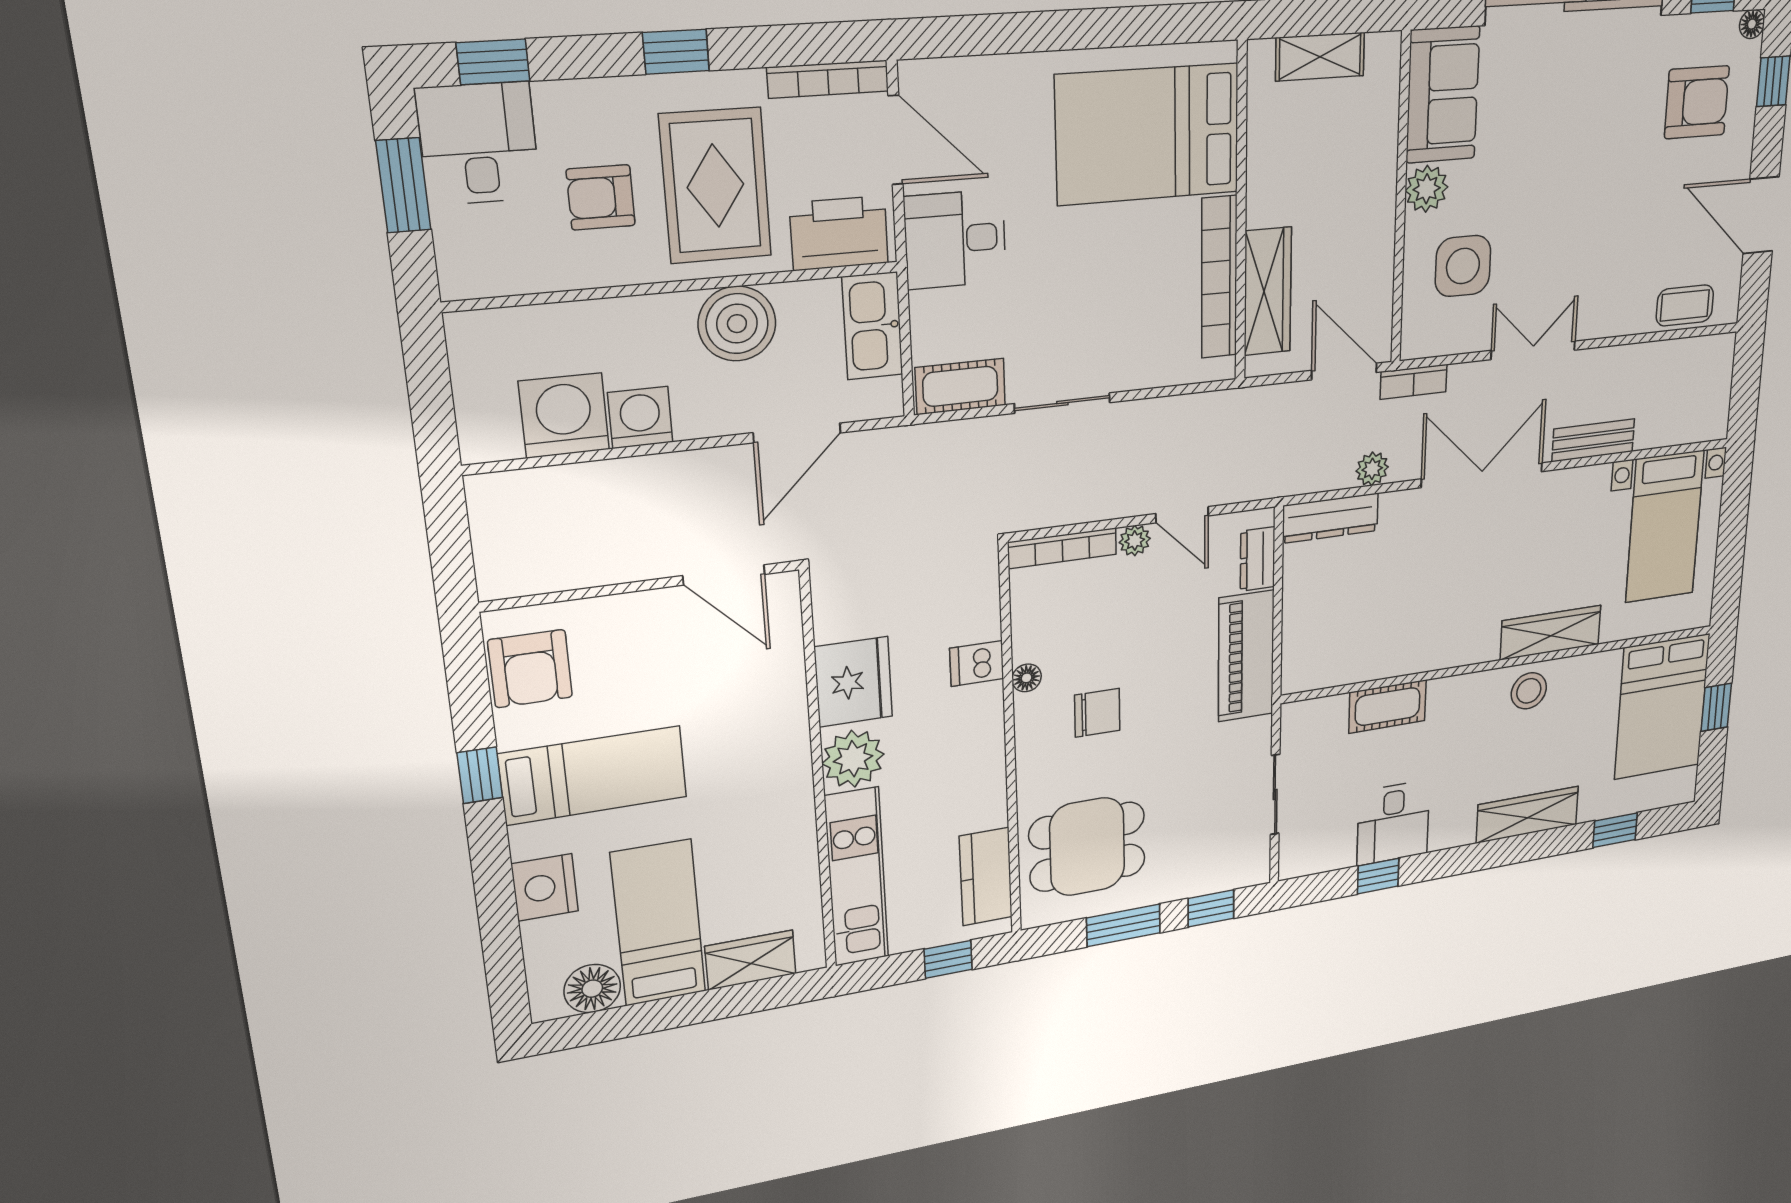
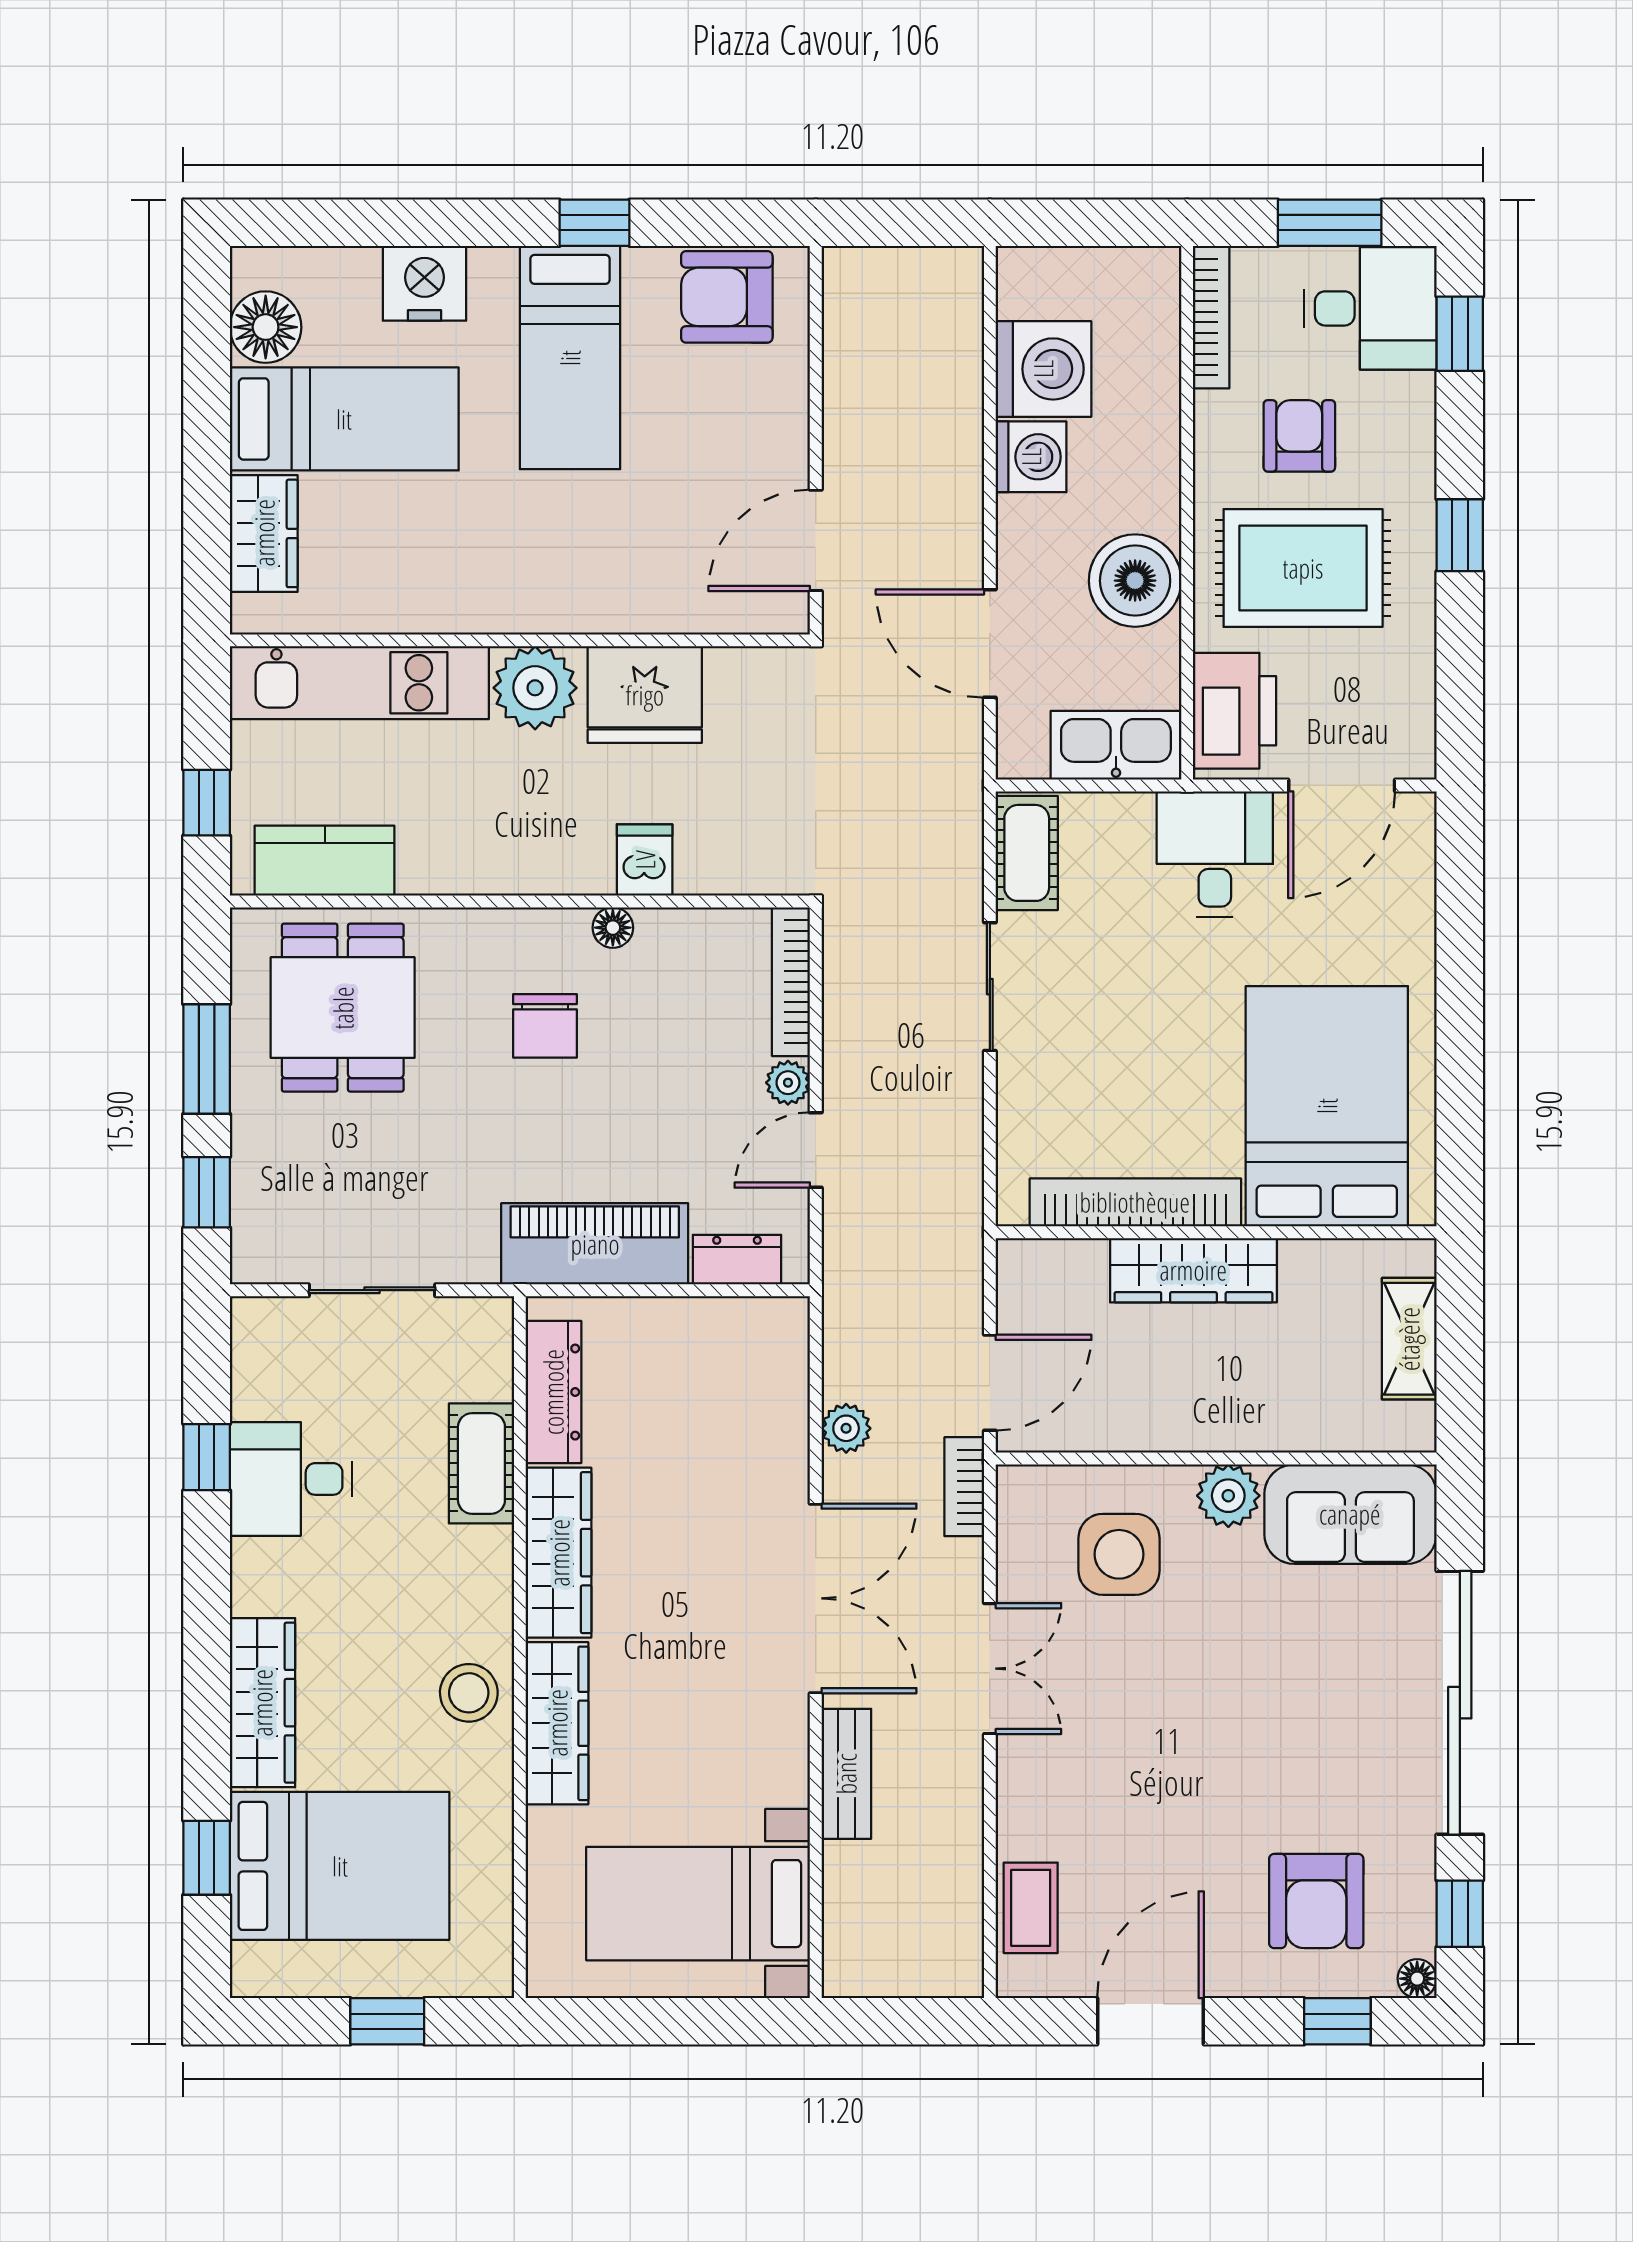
bookcase: (828, 79) -> (1211, 317), moved, turned 180
wardrobe: (1268, 291) -> (1193, 1270), moved
dresser: (1330, 518) -> (553, 1392), moved, turned 180
wardrobe: (1446, 648) -> (559, 1553), added
bed: (1662, 707) -> (340, 1866), moved, turned 180

